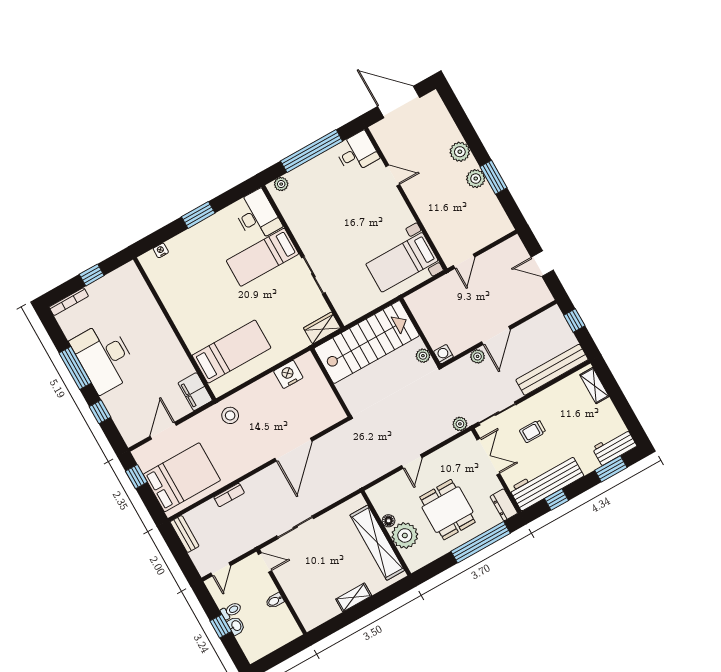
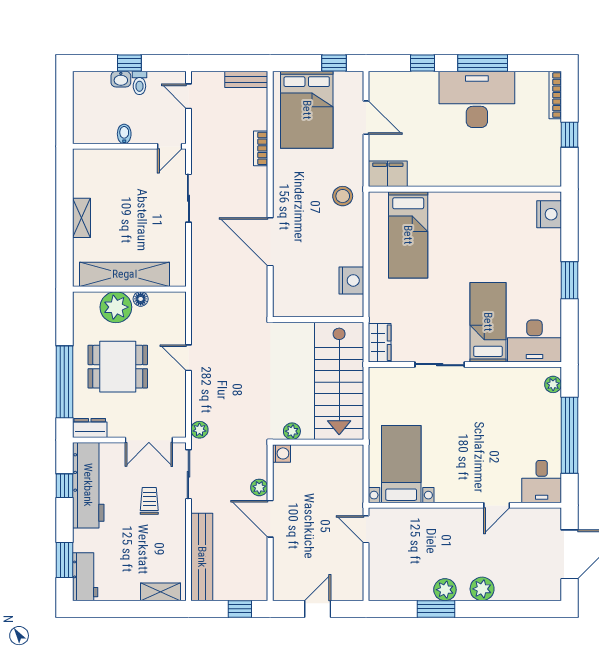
nightstand: (161, 250) -> (549, 214), width x1.89, depth x1.79

